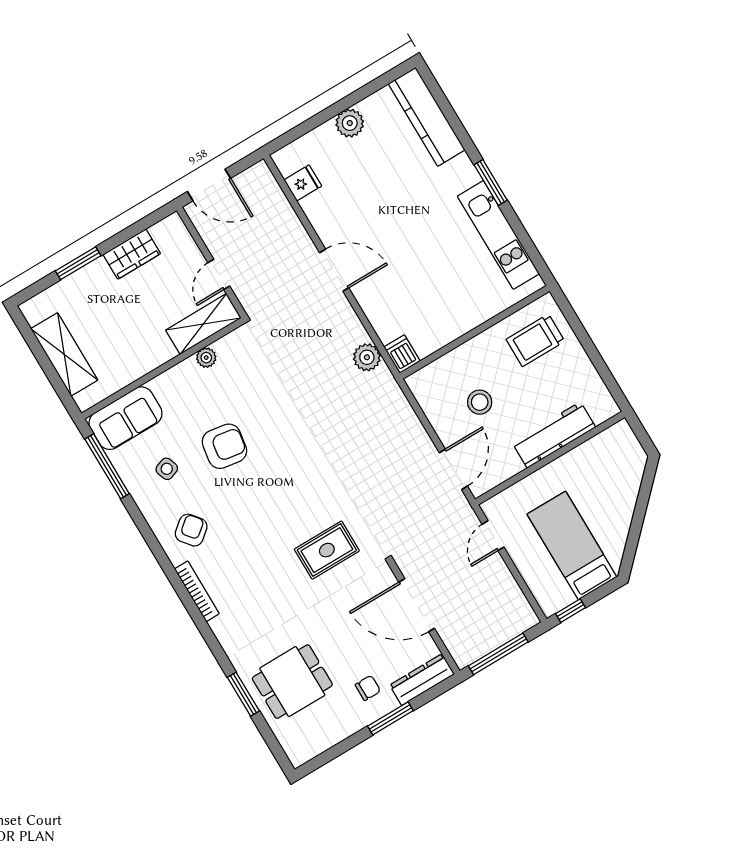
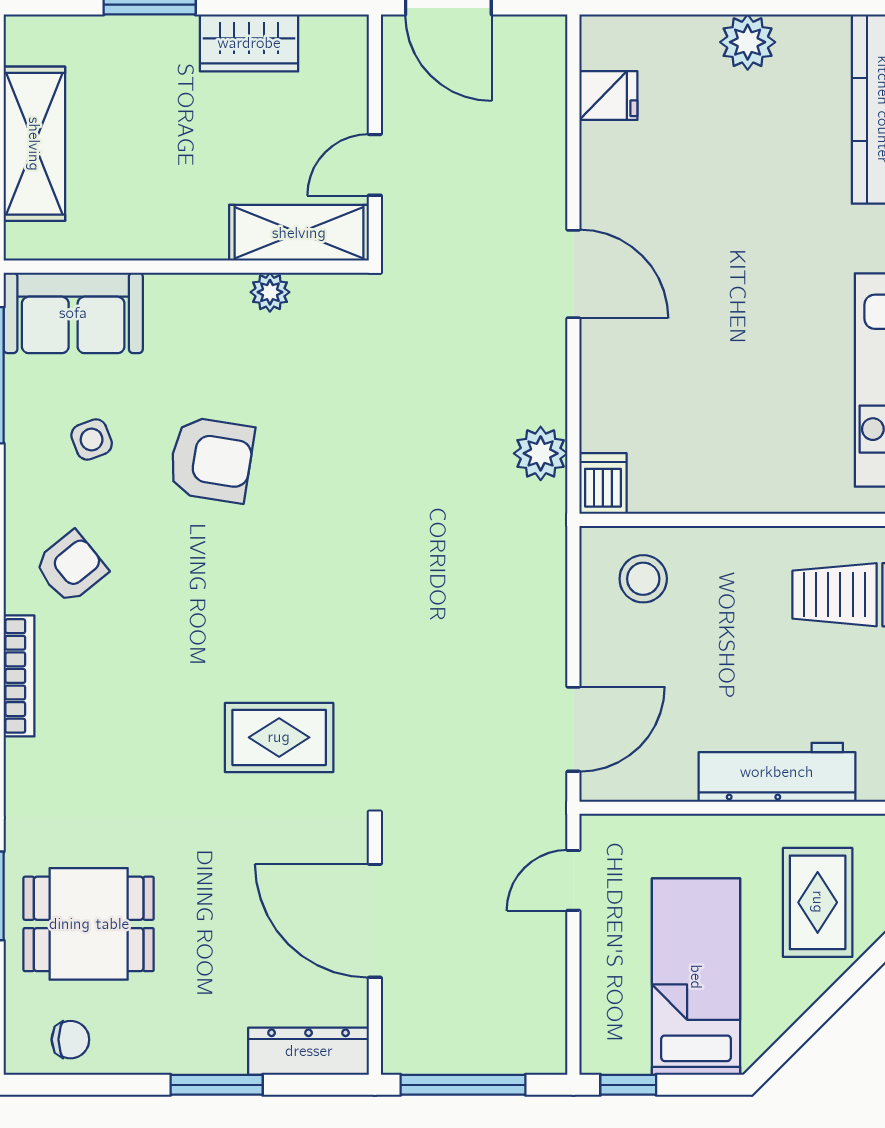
stool: (480, 402) -> (643, 579), moved
rug: (606, 481) -> (818, 902), added
chair: (368, 688) -> (70, 1040), moved

